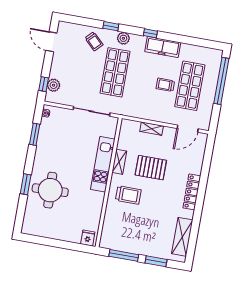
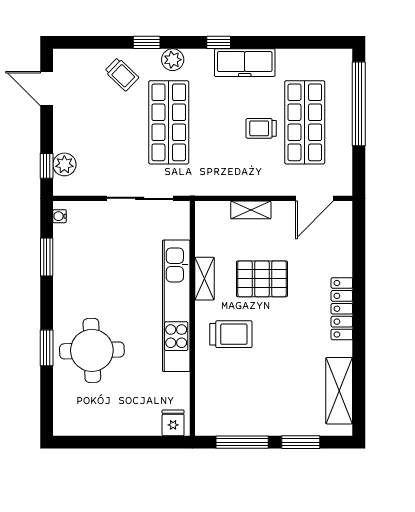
kitchen unit: (103, 164) -> (176, 306), width x1.36

